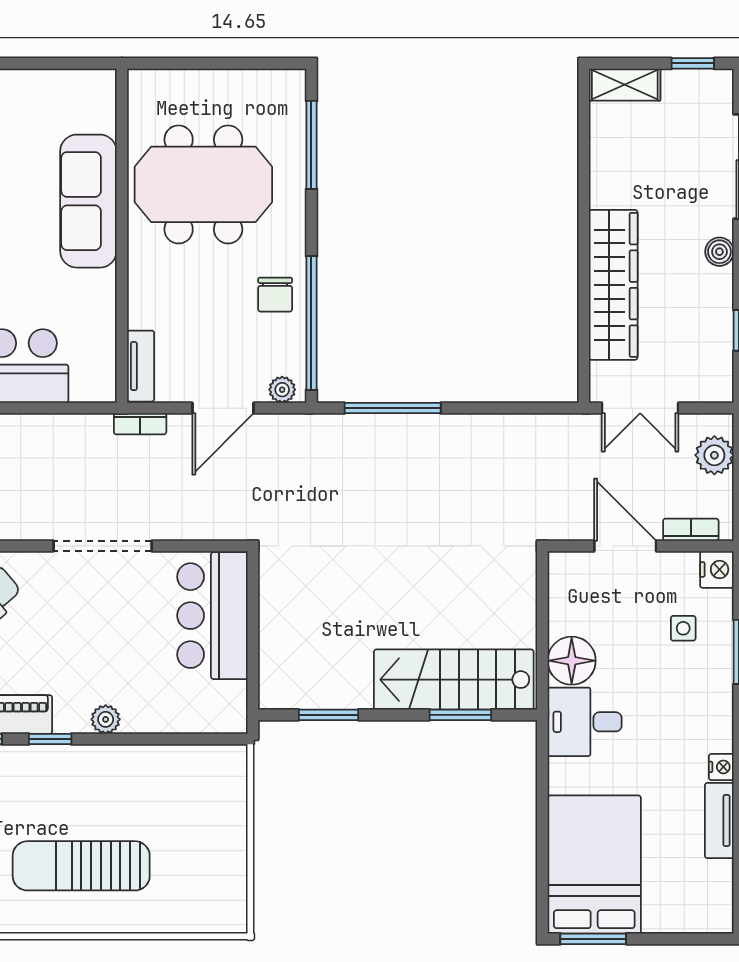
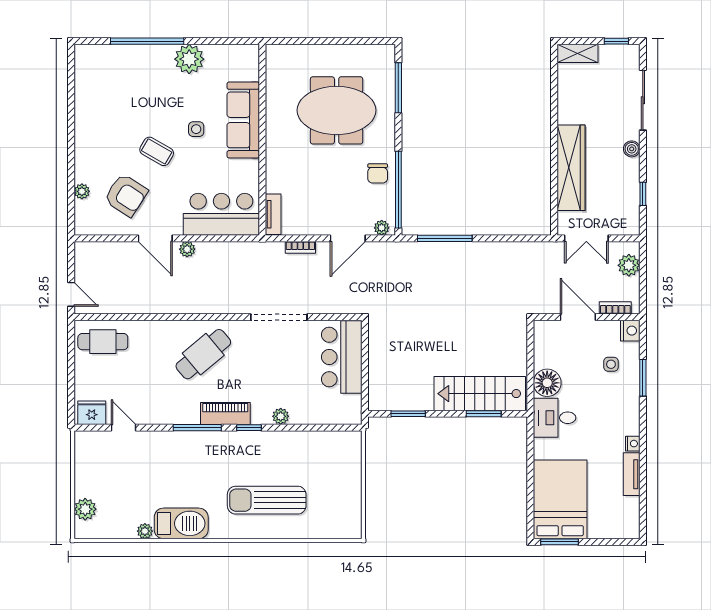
sofa: (88, 201) -> (243, 120), moved
wall: (122, 236) -> (262, 140), moved
tv unit: (141, 366) -> (273, 214), moved

